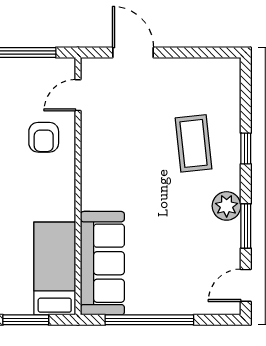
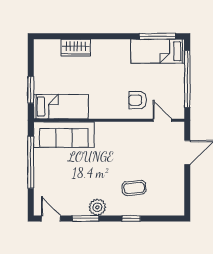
coffee table: (194, 143) -> (134, 188), width x0.73, depth x0.77

